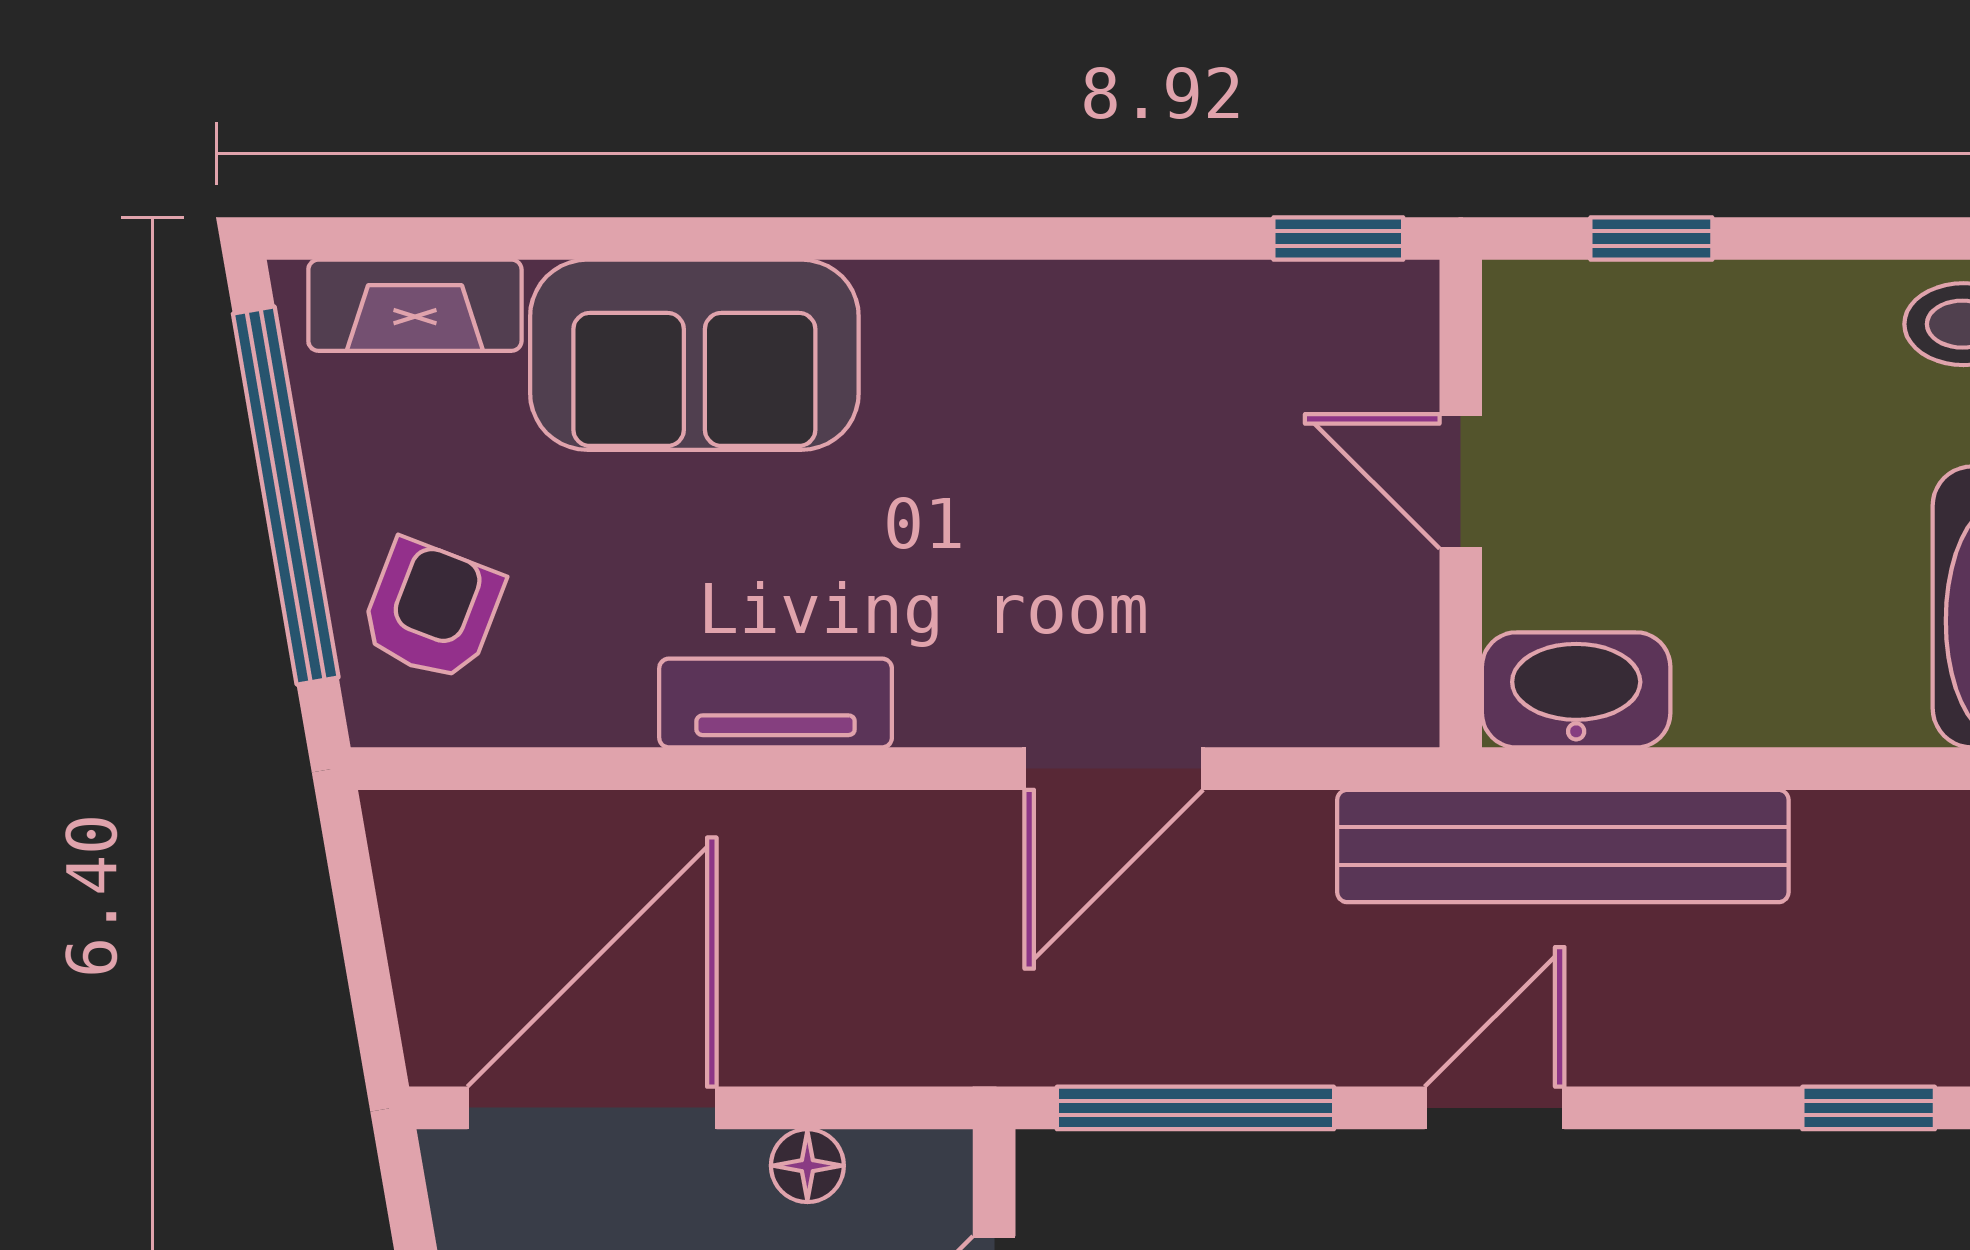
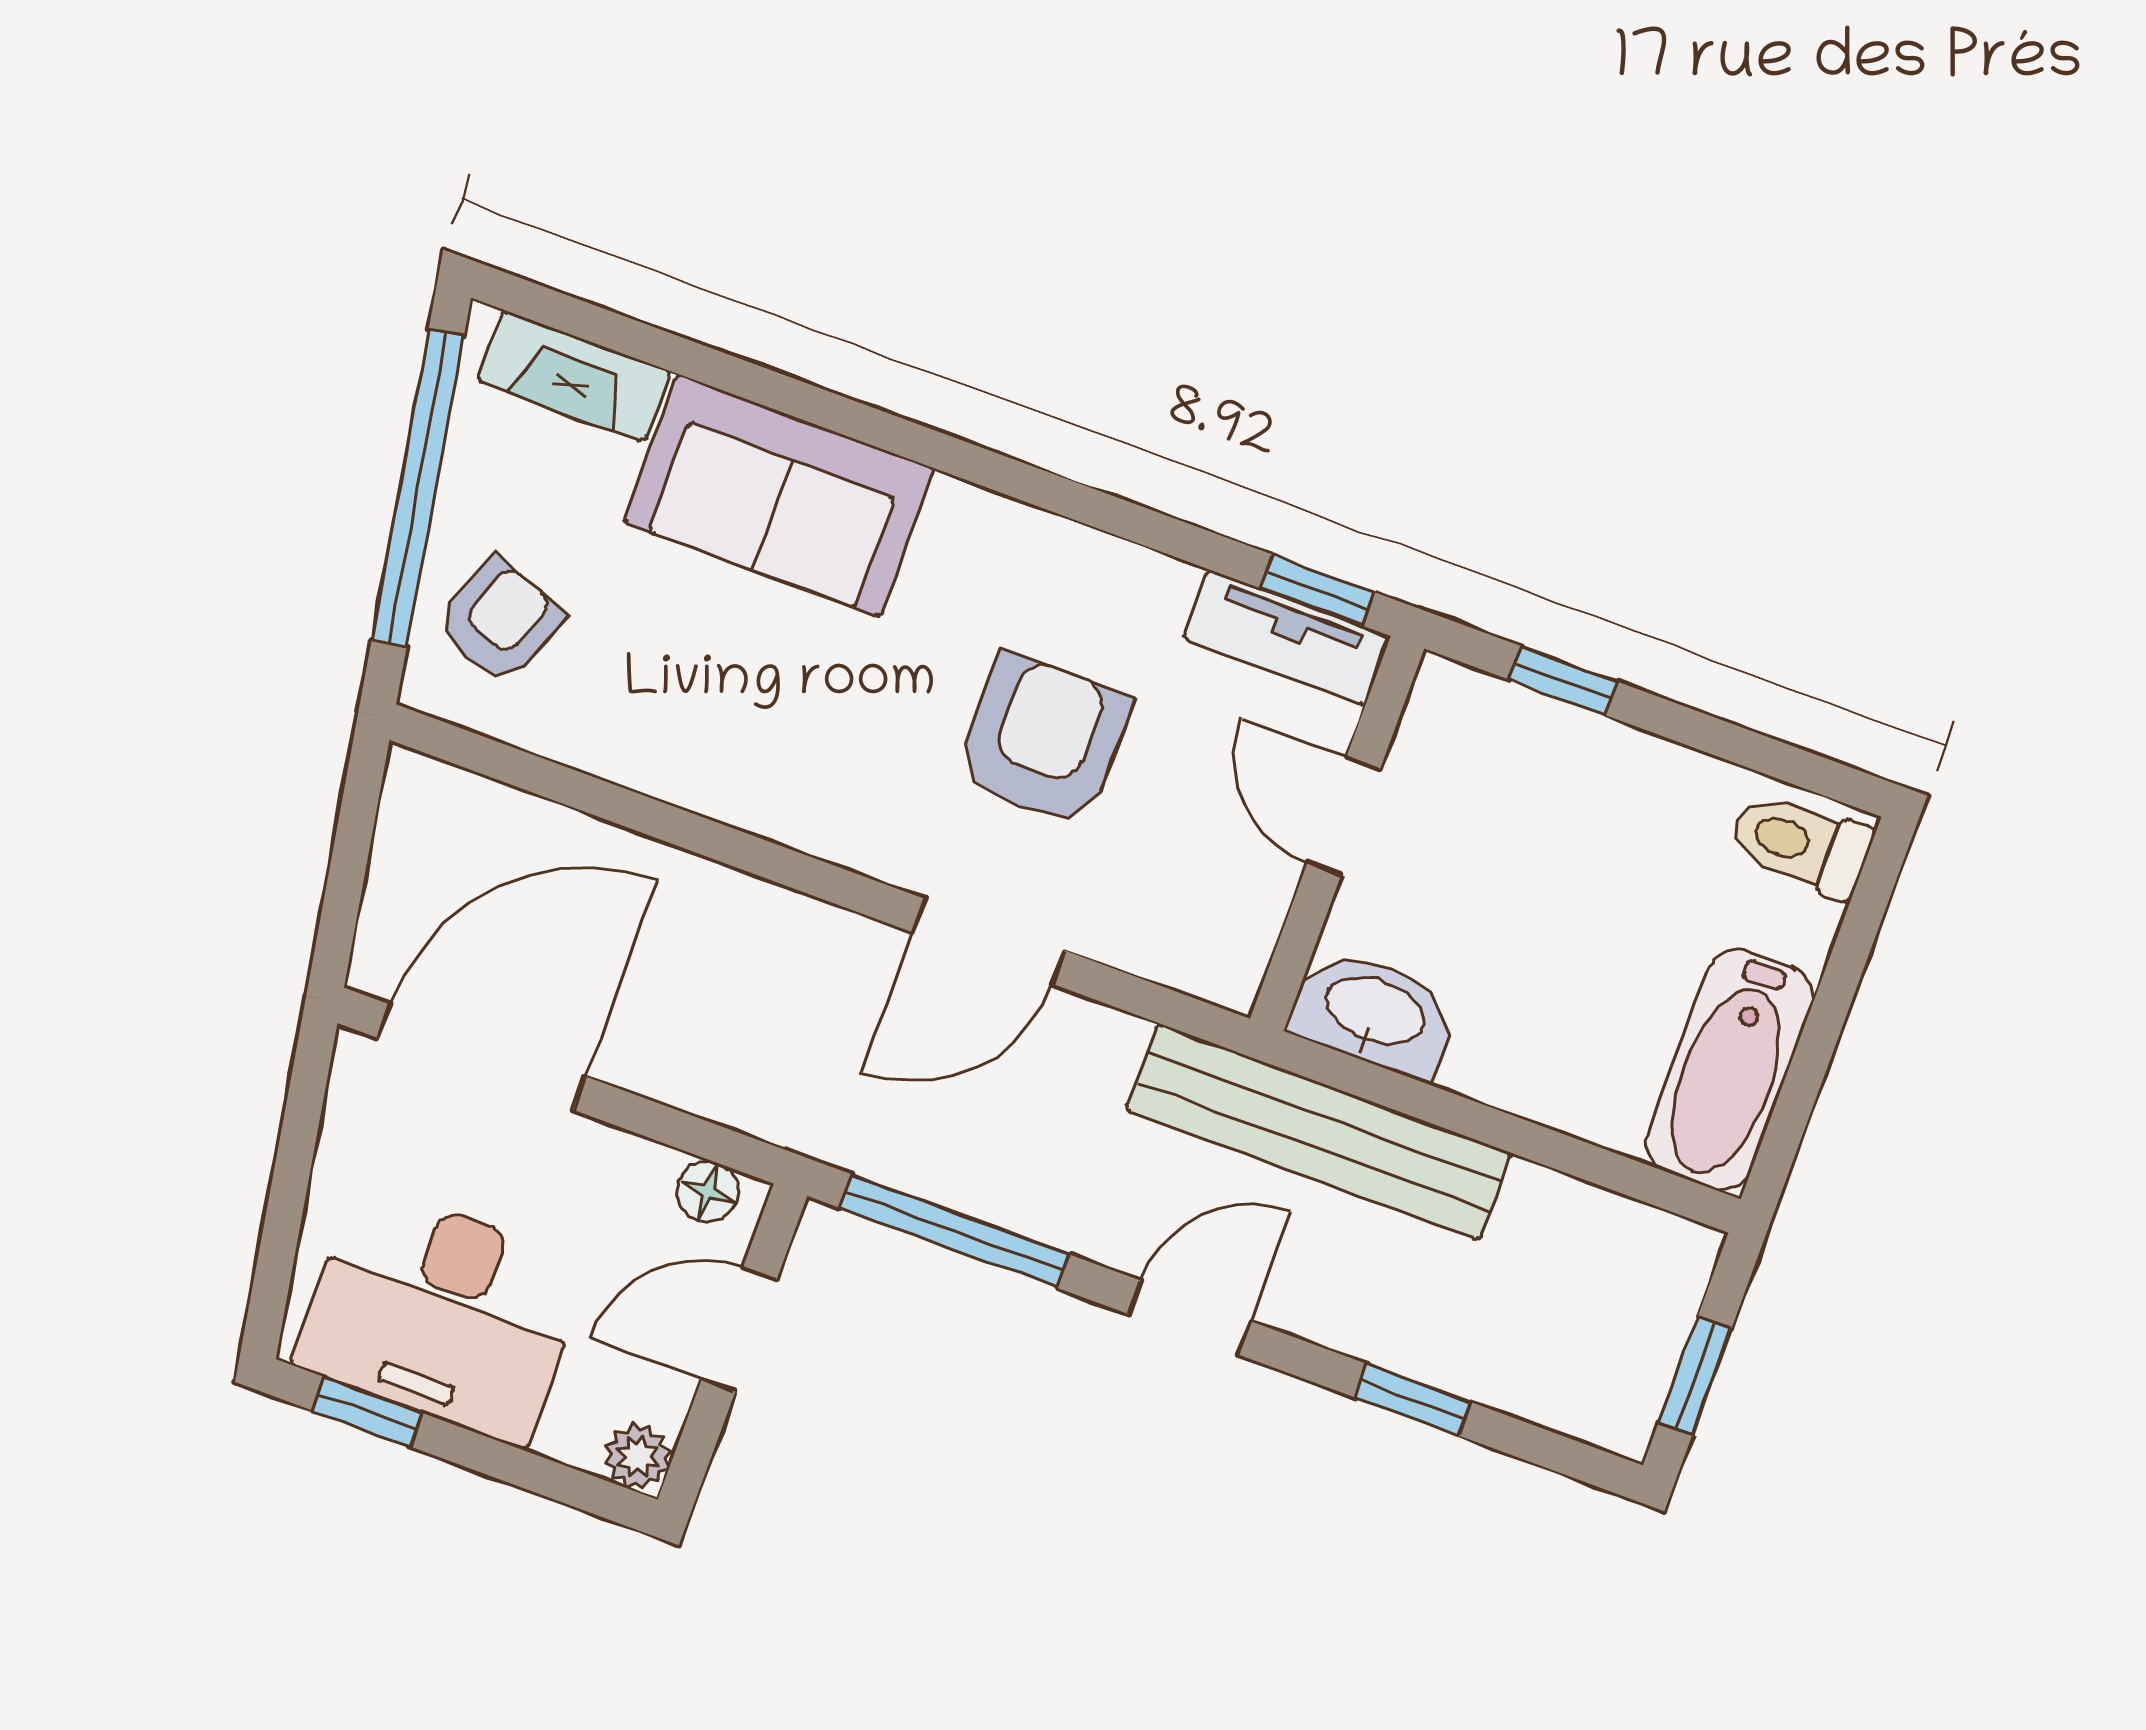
armchair: (1092, 520) -> (1043, 740), added
tv unit: (776, 703) -> (1287, 637), moved, turned 180
window: (1869, 1108) -> (1413, 1400), moved
floor lamp: (807, 1166) -> (708, 1192), moved

